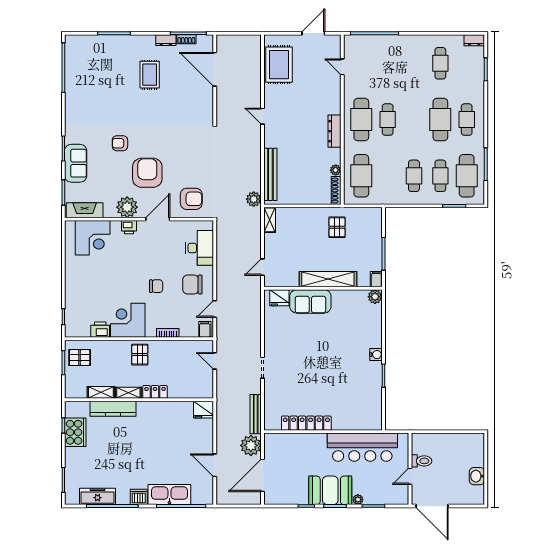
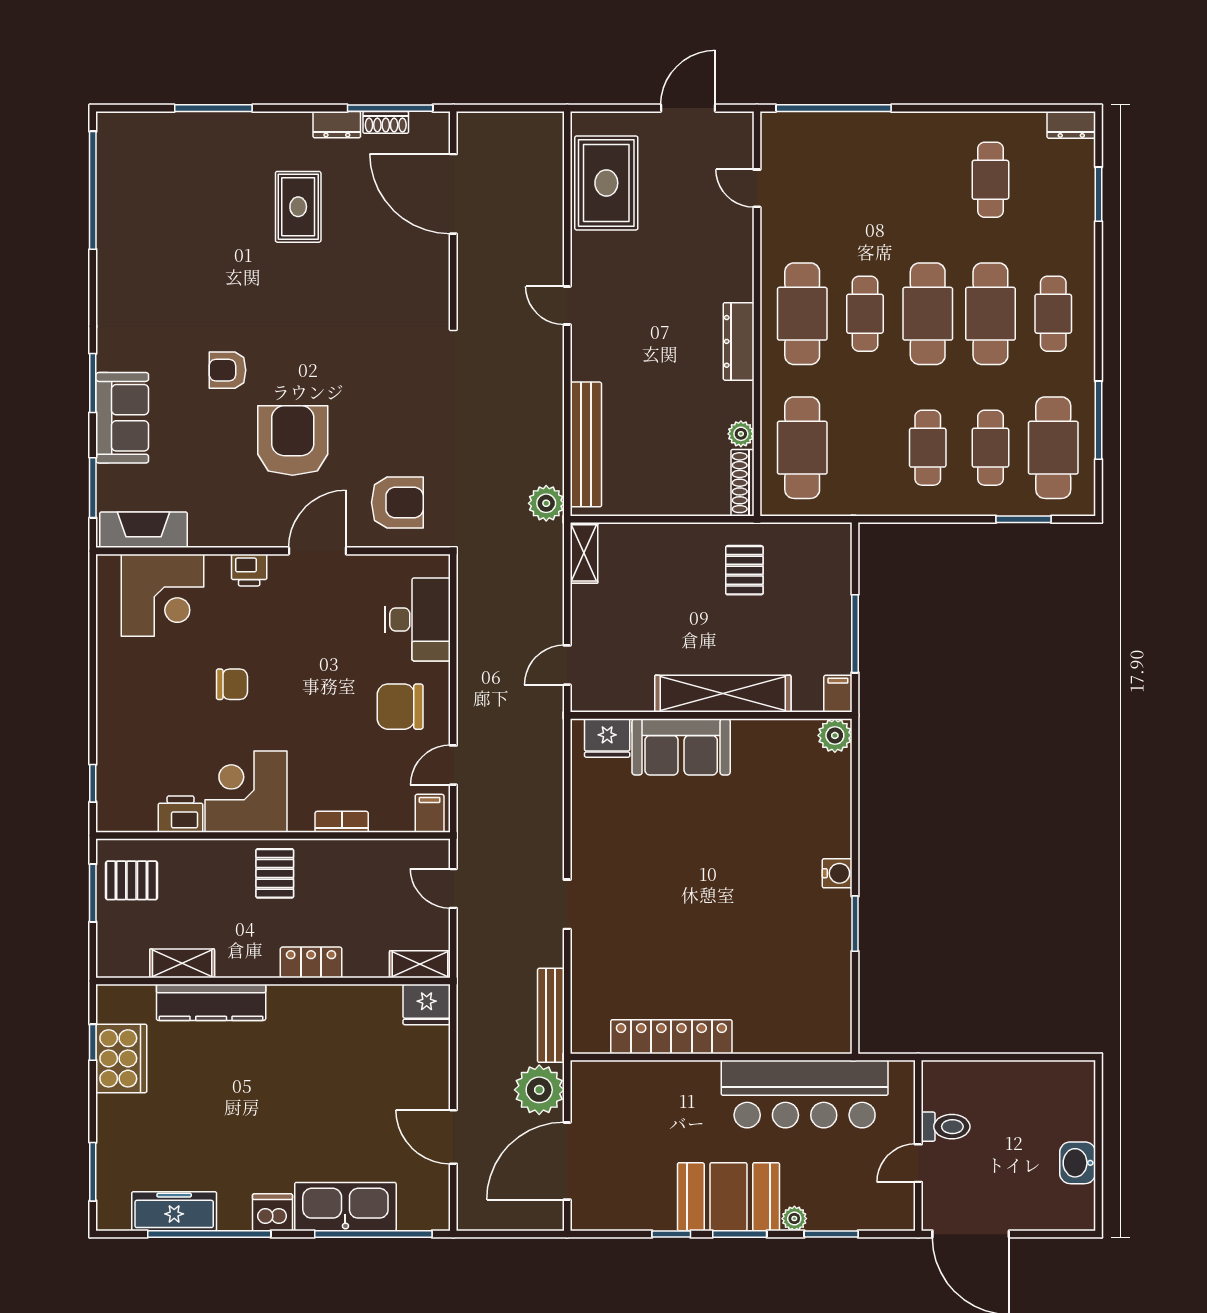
cafe table: (414, 120) -> (928, 314), added
plant: (127, 207) -> (245, 522), removed
chair: (156, 286) -> (232, 684), moved
shelving: (128, 393) -> (420, 964), moved

